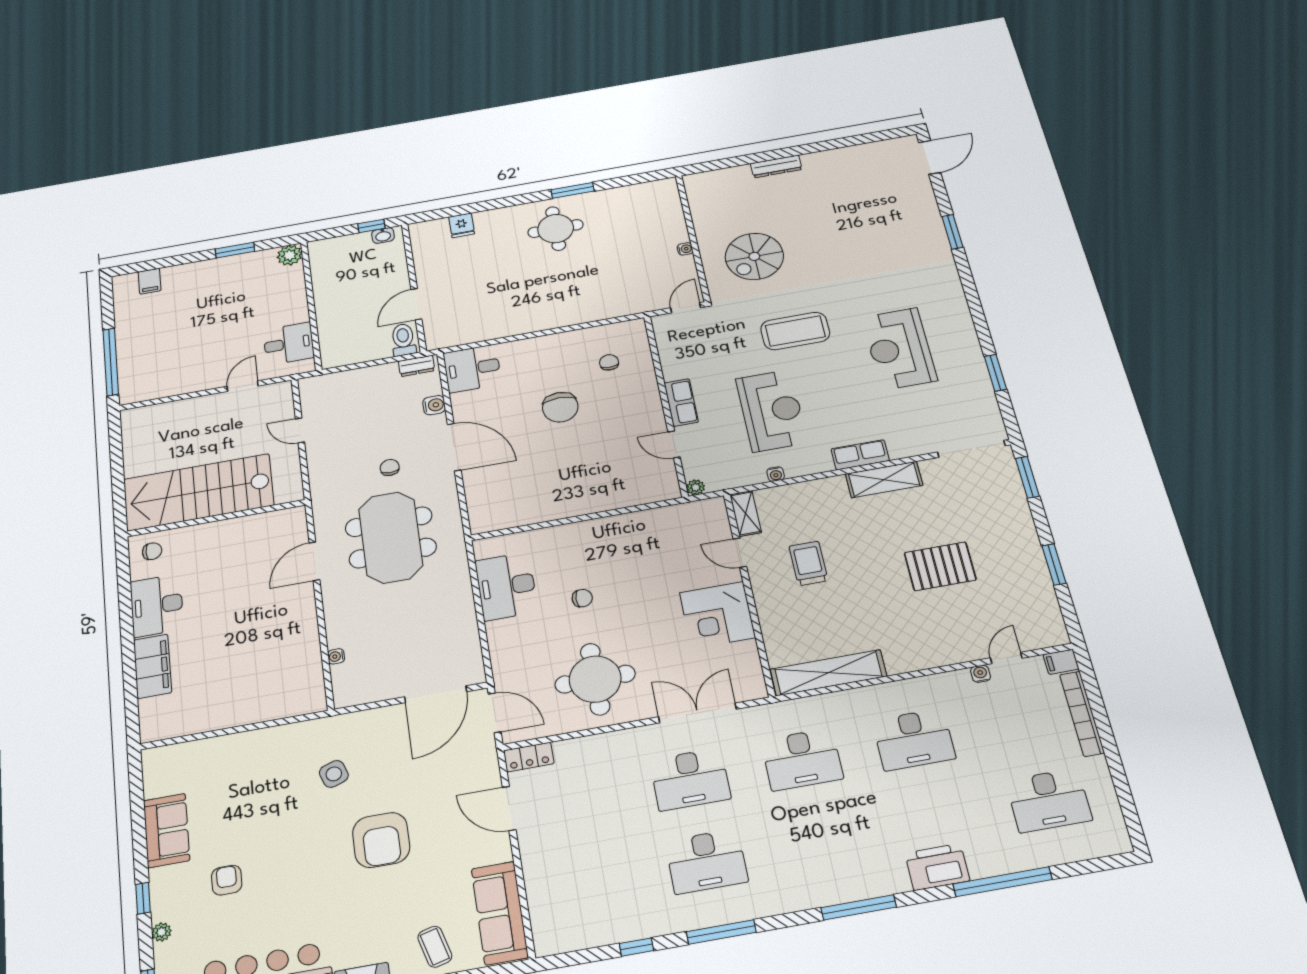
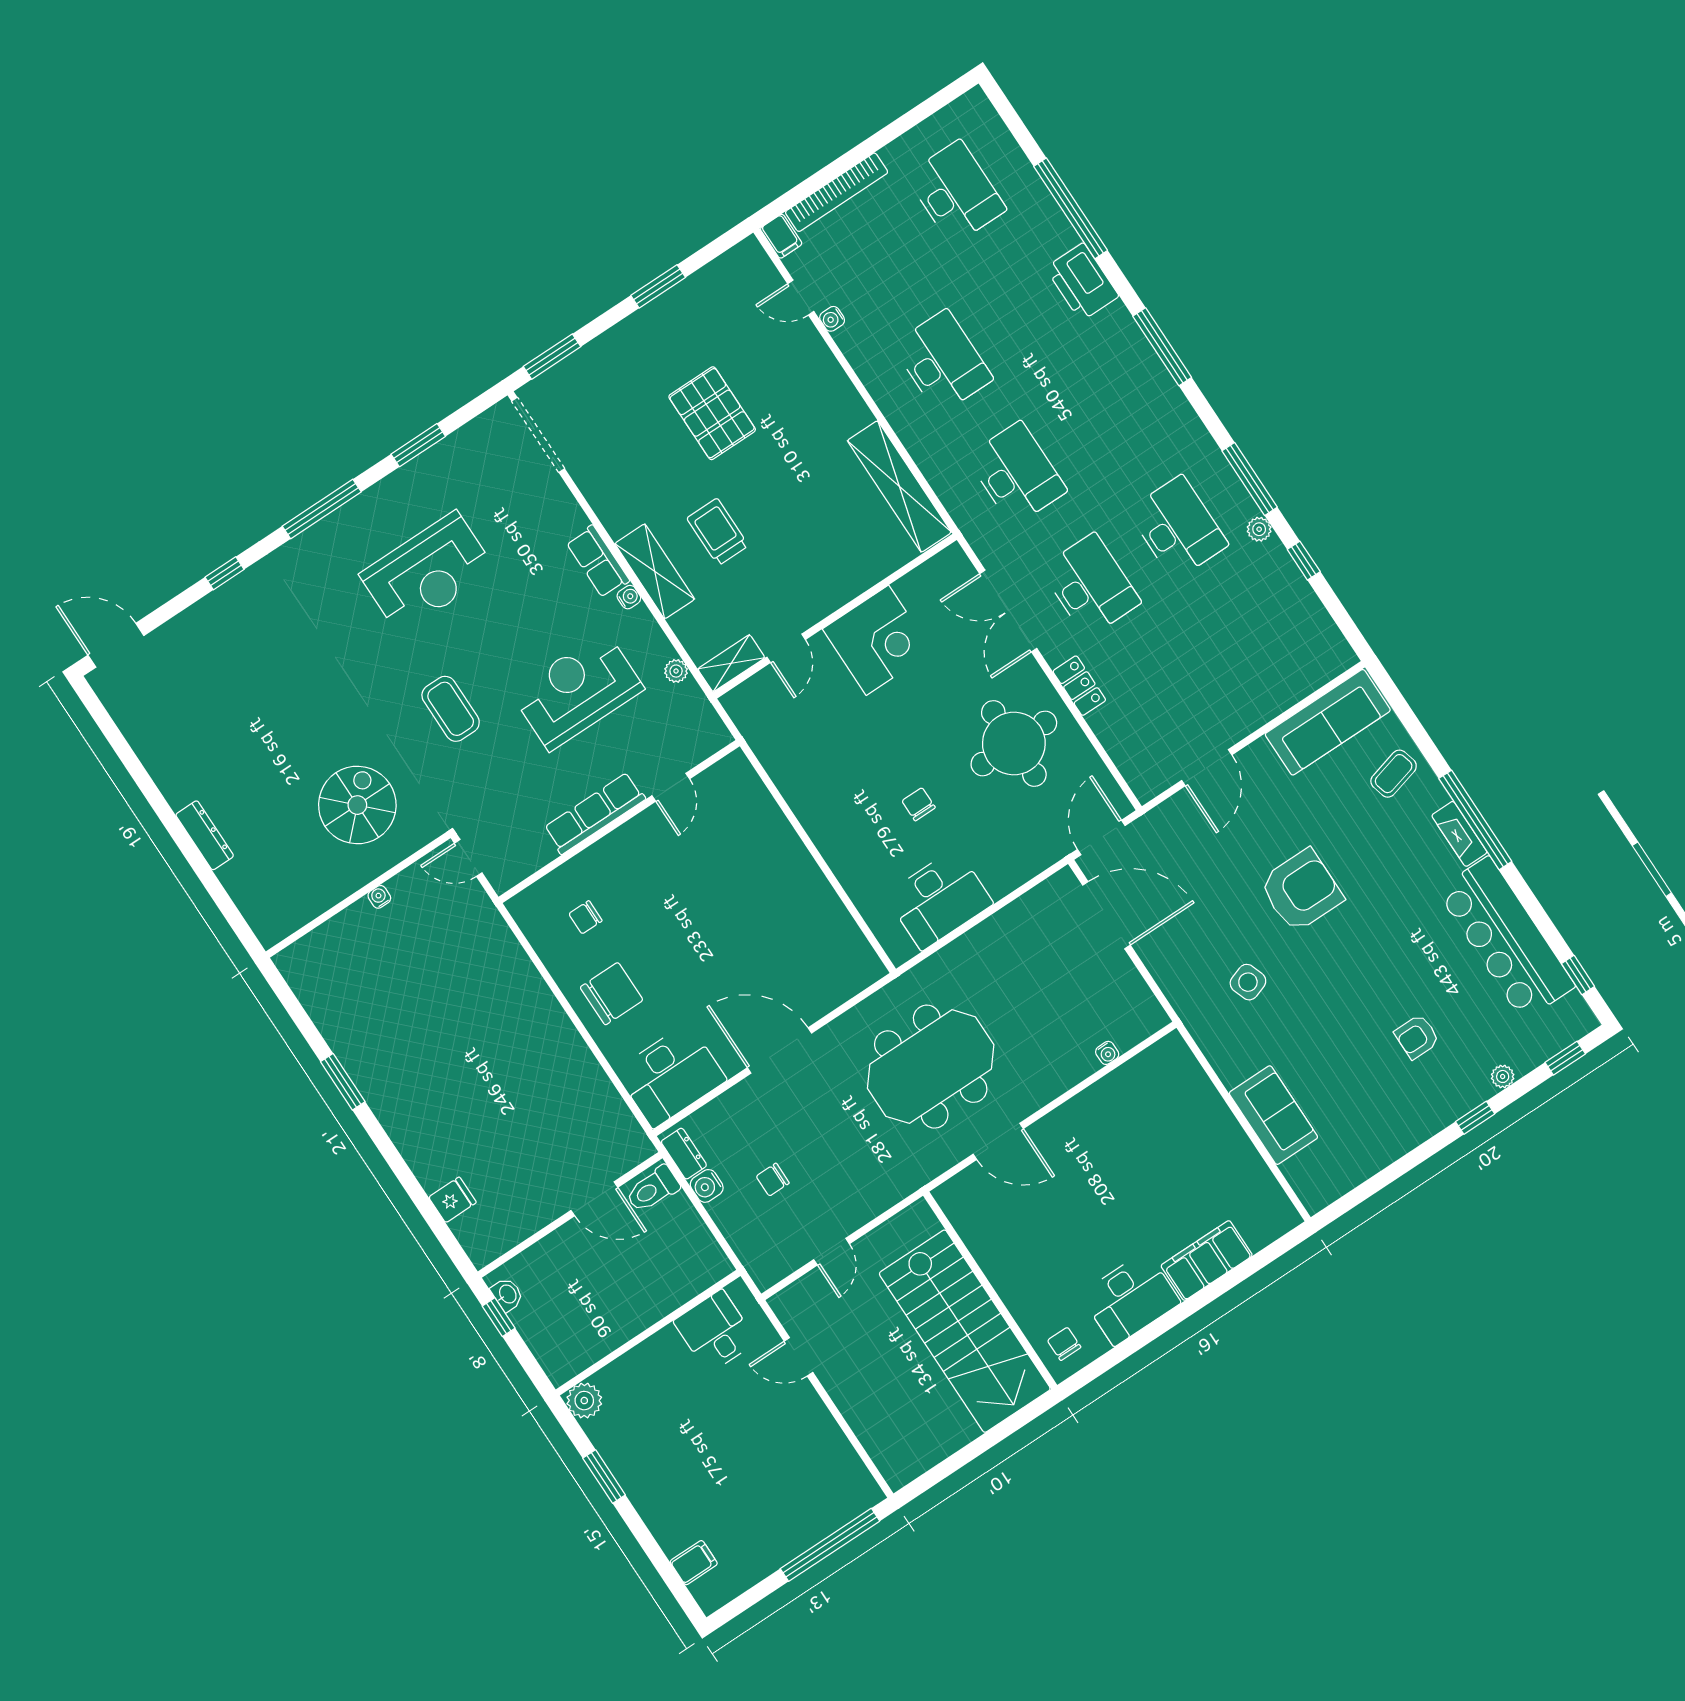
round table: (556, 229) -> (411, 1076), removed
window: (952, 232) -> (225, 573), width x0.67
spiral stairs: (754, 256) -> (357, 805), turned -90
window: (974, 301) -> (322, 509), added
coffee table: (795, 331) -> (451, 709), width x0.73, depth x0.76
desk: (472, 369) -> (671, 1075), width x1.37
row of seats: (681, 402) -> (595, 813), width x1.48
water cooler: (434, 405) -> (707, 1186), moved, turned -90
chair: (560, 407) -> (612, 994), moved
door: (454, 447) -> (779, 1050), hinge flipped
chair: (390, 467) -> (773, 1180), moved
water cooler: (776, 474) -> (629, 597), moved
shelving: (884, 480) -> (655, 571), moved
plant: (696, 487) -> (676, 671), moved
trolley: (808, 563) -> (718, 532), moved, turned 90
locker: (529, 757) -> (1079, 686), moved
sofa: (167, 830) -> (1273, 1115), moved, turned 90
plant: (677, 923) -> (1259, 529), added

